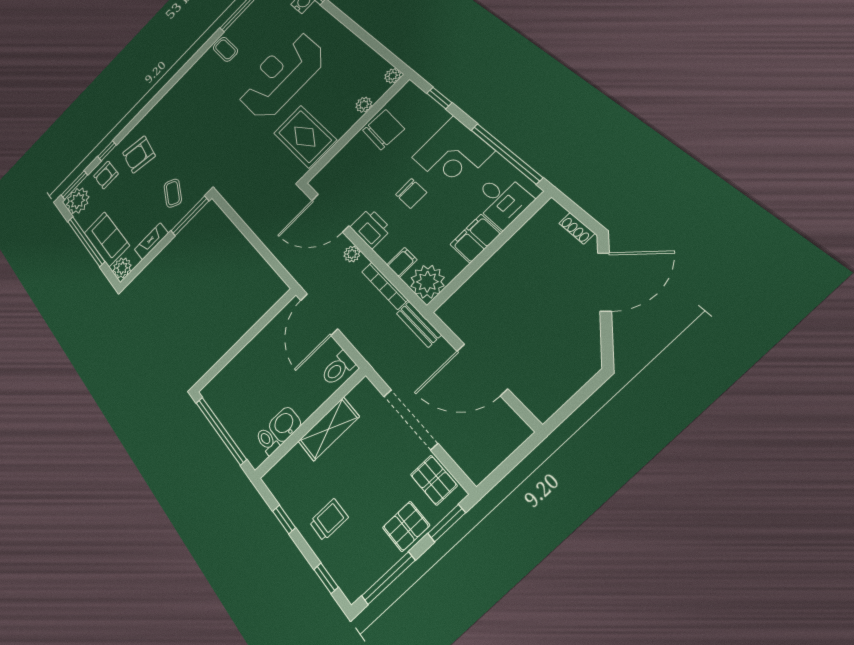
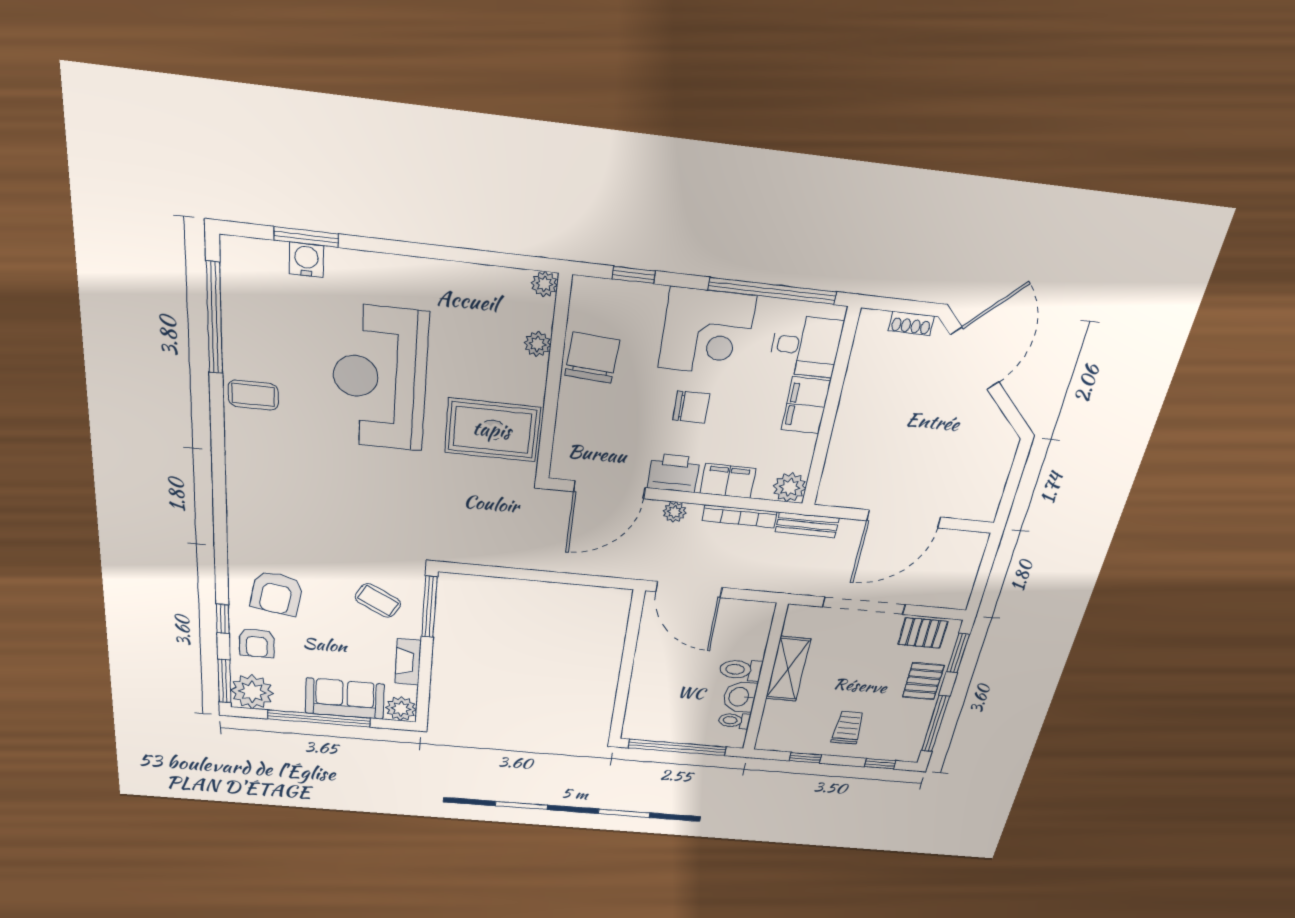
filing cabinet: (402, 262) -> (728, 481), width x2.00
plant: (427, 282) -> (790, 487), width x0.73, depth x0.73
toilet: (338, 368) -> (741, 670), moved, turned 90

